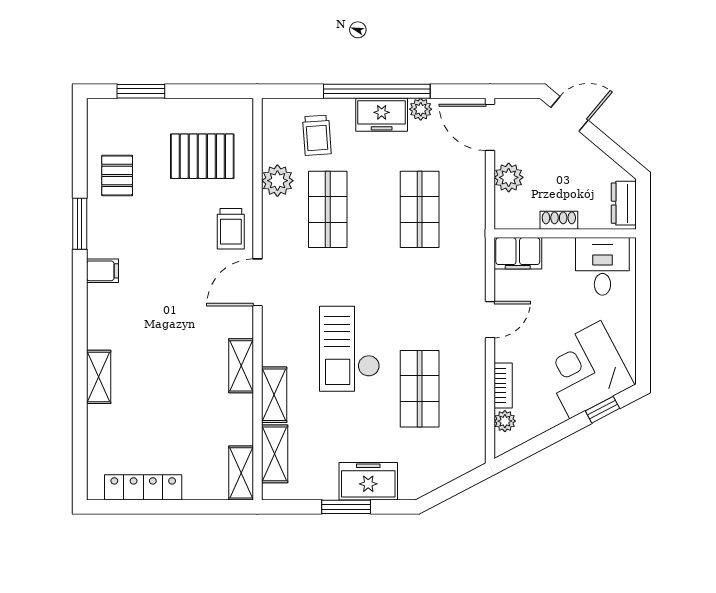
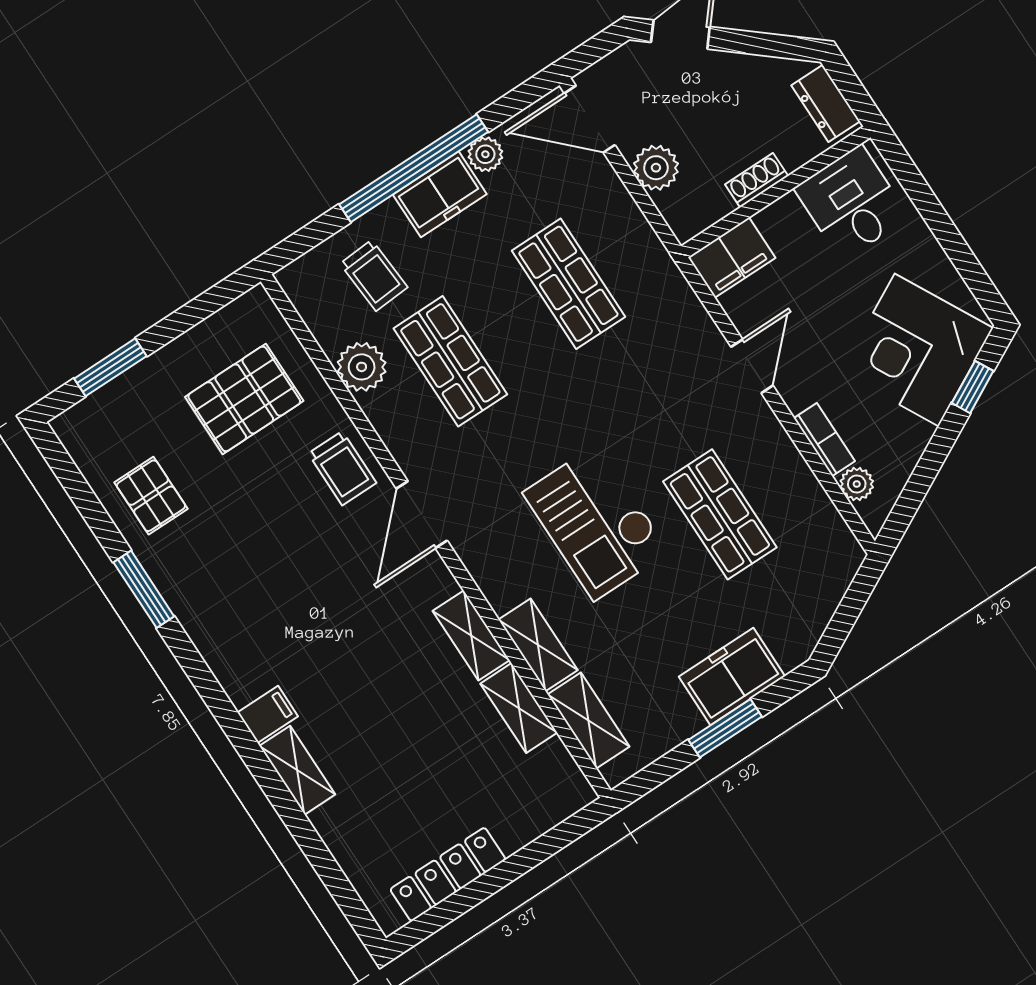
filing cabinet: (102, 271) -> (268, 714), moved
shelving: (241, 473) -> (519, 708), moved

